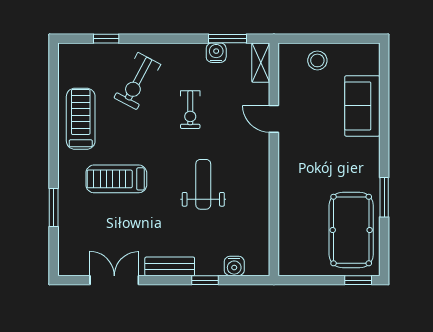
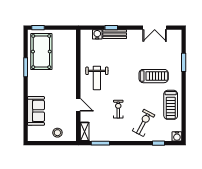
water cooler: (216, 53) -> (177, 136), moved
weight bench: (203, 184) -> (97, 78), moved
bench: (170, 266) -> (115, 34), moved

